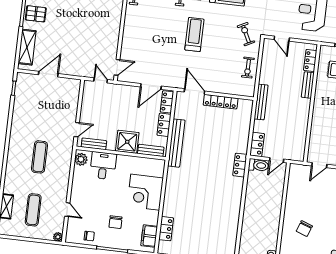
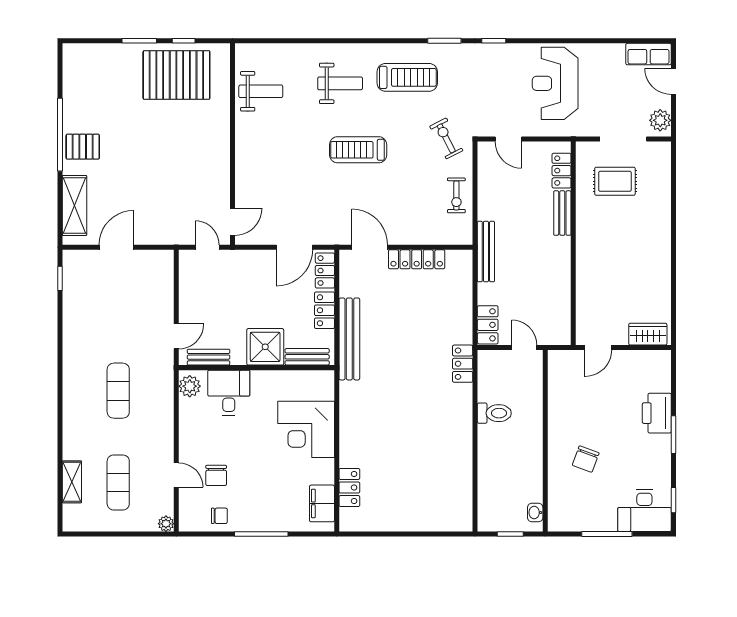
treadmill: (194, 35) -> (358, 150), turned -90
door: (277, 160) -> (524, 348), swing flipped
toilet: (258, 165) -> (494, 413), moved
chair: (115, 222) -> (216, 475), moved

